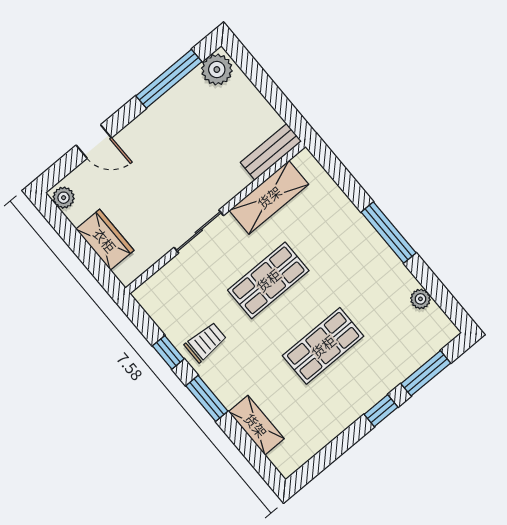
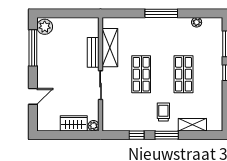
bench: (271, 152) -> (93, 52), moved
plant: (64, 198) -> (94, 126), moved
trolley: (206, 342) -> (163, 112), moved

